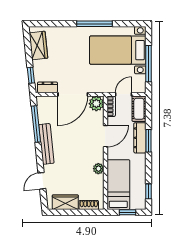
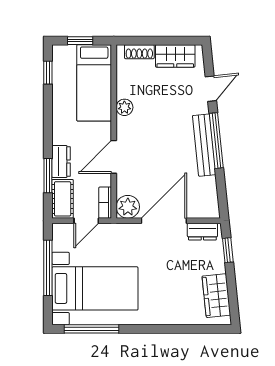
window: (94, 24) -> (92, 329), moved
window: (36, 124) -> (216, 141), moved
dresser: (140, 138) -> (61, 161), width x0.70
window: (149, 141) -> (48, 176), moved

